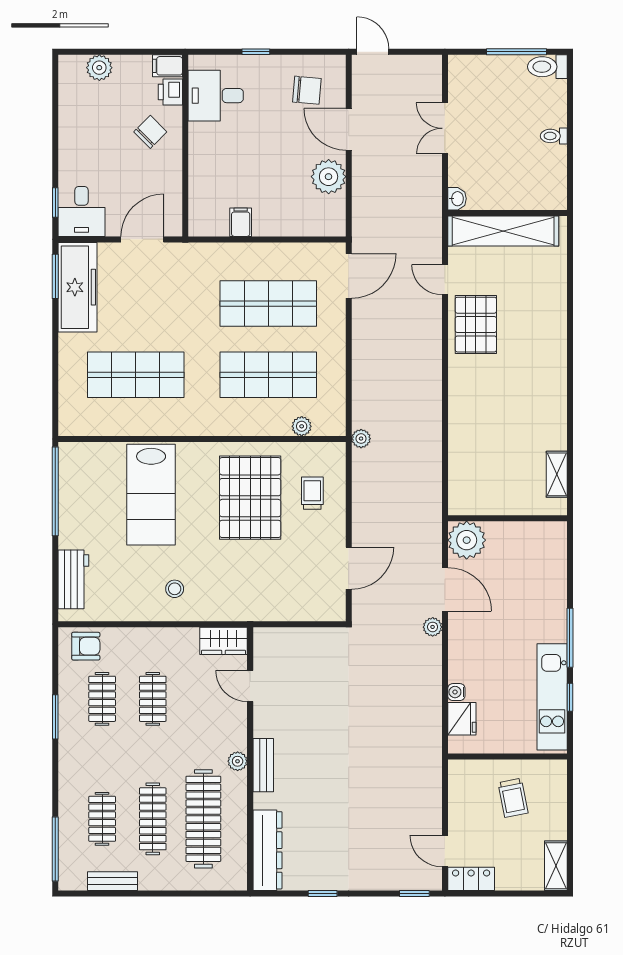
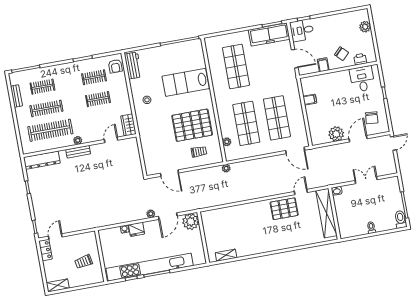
filing cabinet: (167, 66) -> (323, 65), moved
workbench: (73, 579) -> (133, 66), moved, turned -90
kitchen unit: (552, 697) -> (150, 267), width x1.86
fridge: (462, 719) -> (137, 229), moved

